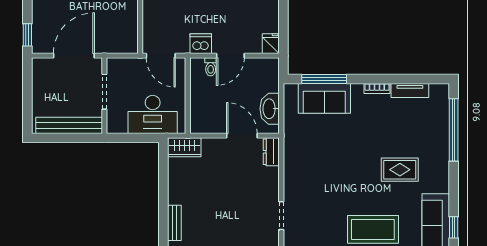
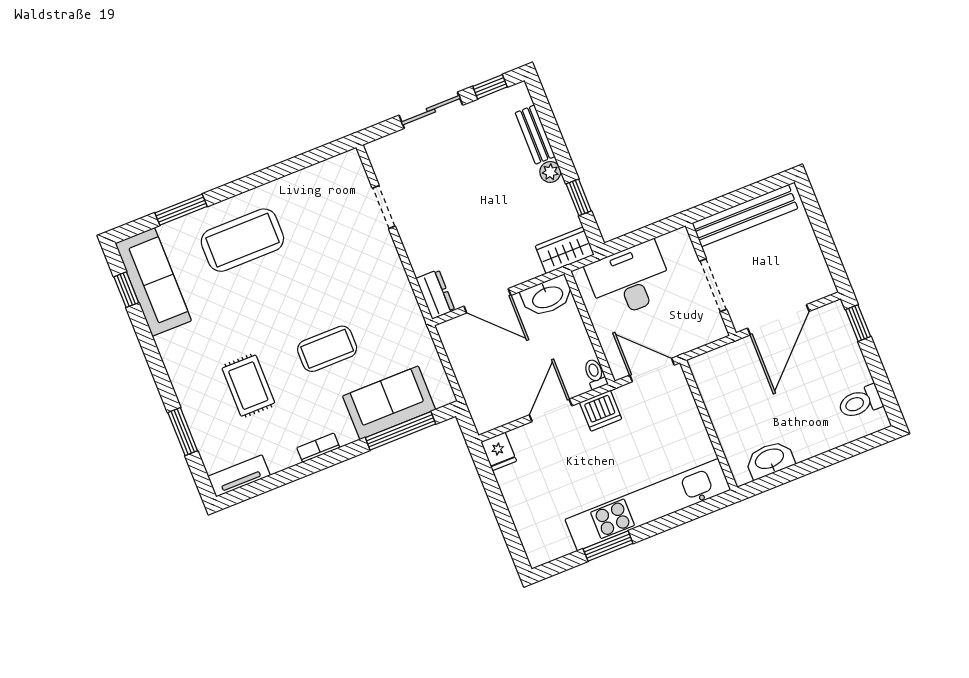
toilet: (211, 67) -> (595, 374), moved
tv unit: (410, 90) -> (239, 476), moved
washbasin: (270, 109) -> (547, 296), moved, turned 90
window: (454, 130) -> (183, 432), width x0.47
coffee table: (348, 145) -> (327, 349), added
rug: (400, 170) -> (248, 386), moved, turned 90
window: (163, 175) -> (579, 197), added
plant: (174, 197) -> (550, 172), added

